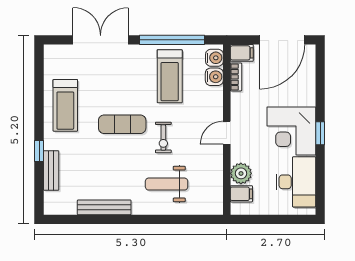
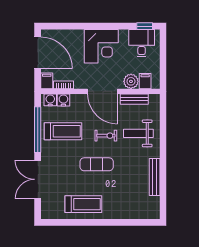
exercise mat: (122, 124) -> (97, 164), turned 90
door: (227, 133) -> (102, 91), width x1.88
window: (320, 133) -> (145, 26), moved
window: (39, 151) -> (115, 222), removed
bench: (51, 170) -> (134, 99), moved
desk: (296, 182) -> (142, 43), width x0.73
weight bench: (167, 184) -> (138, 133), turned 90

